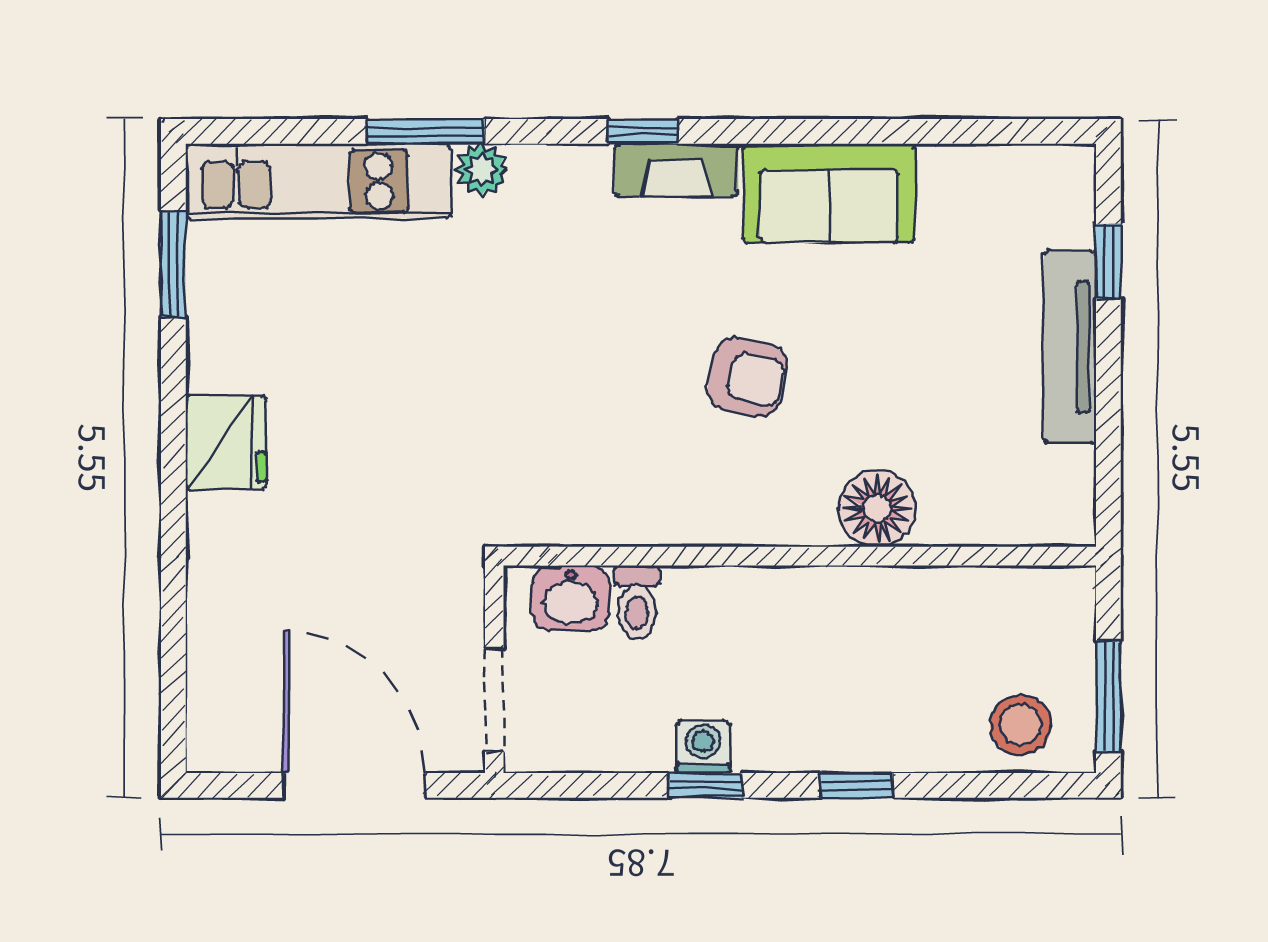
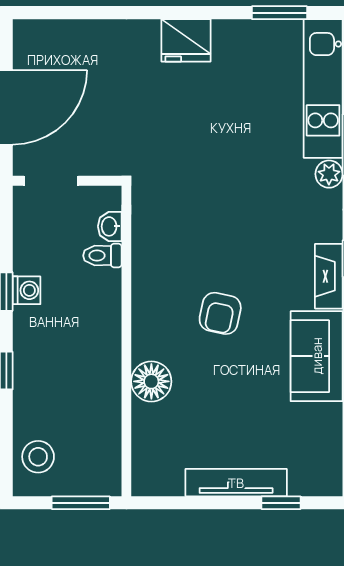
washbasin: (571, 598) -> (110, 226), width x0.72, depth x0.69
window: (1108, 696) -> (81, 503), moved

